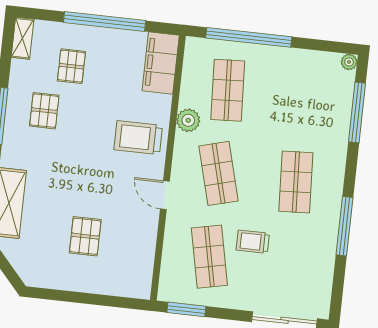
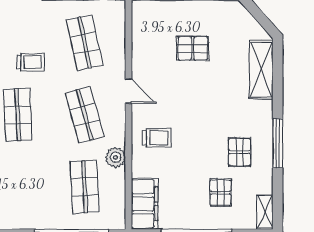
trolley: (138, 138) -> (157, 138), width x0.73, depth x0.72
pallet: (85, 236) -> (193, 48), turned 90
trolley: (253, 242) -> (31, 62), moved

